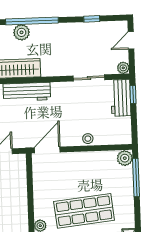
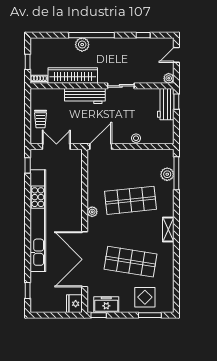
sliding door: (89, 78) -> (121, 86), moved
plant: (125, 158) -> (167, 174), moved

